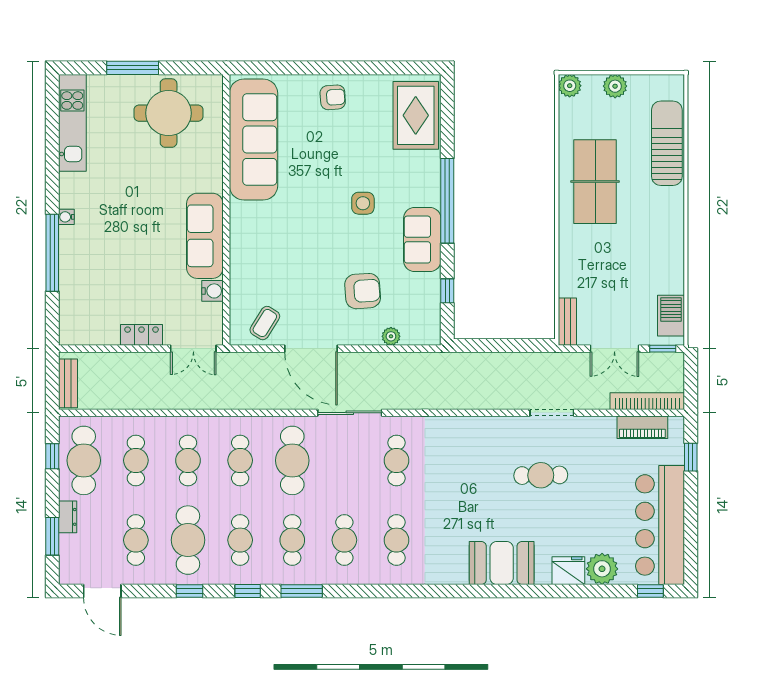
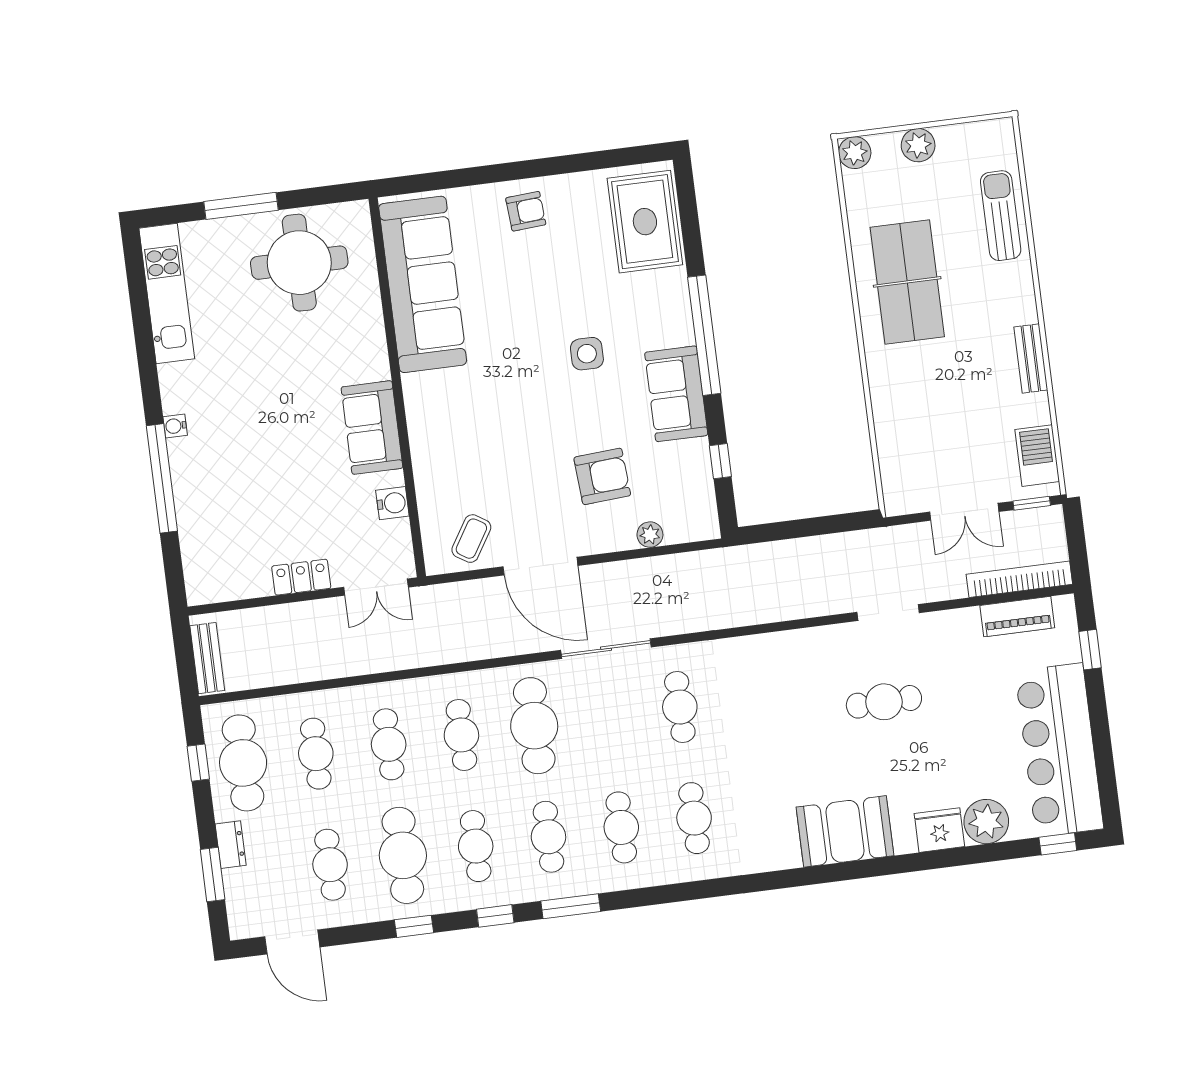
sun lounger: (667, 143) -> (1001, 216), width x0.73, depth x0.75
sofa: (205, 236) -> (372, 428), width x0.73
bench: (567, 322) -> (1031, 358), moved

